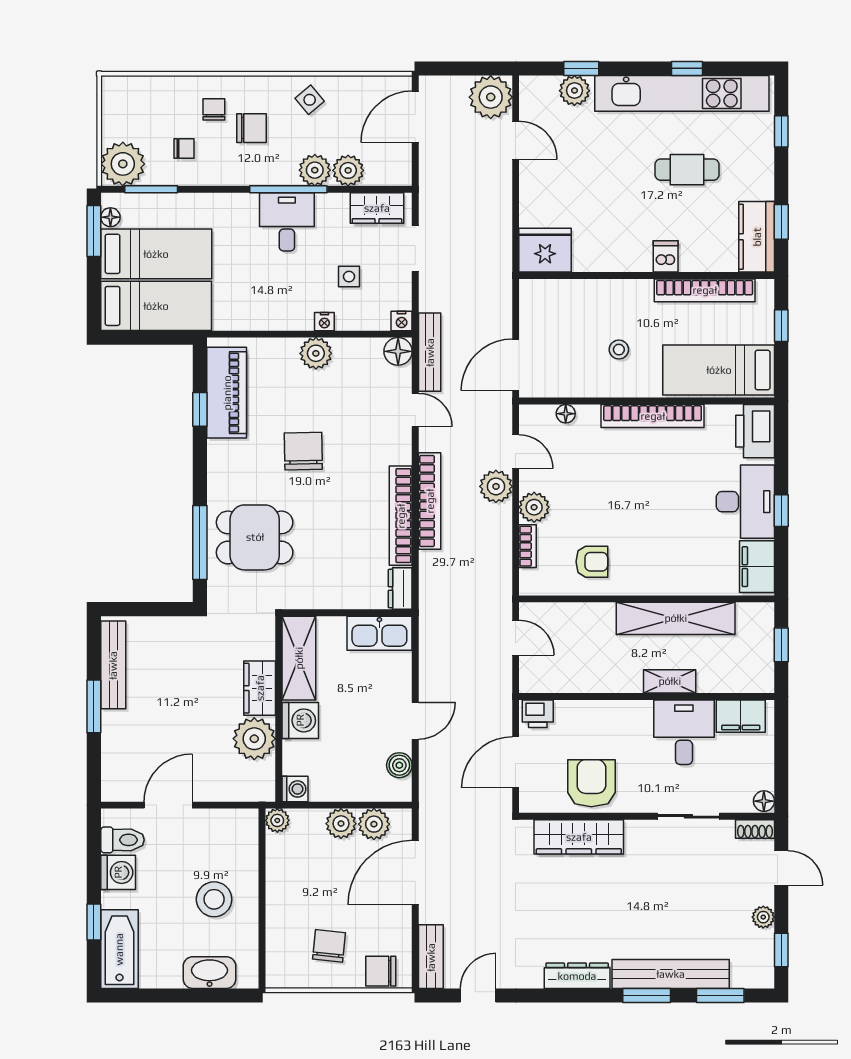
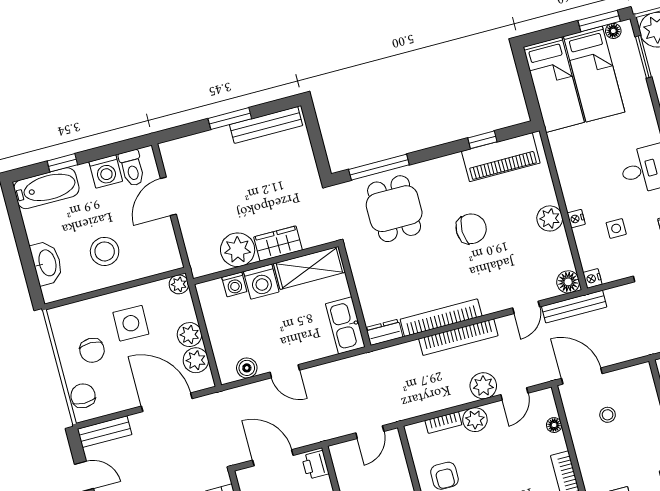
stool: (619, 350) -> (608, 415), moved
washing machine: (295, 789) -> (234, 284), moved
door: (168, 805) -> (168, 196), swing flipped
side table: (309, 890) -> (131, 323), added
chair: (329, 946) -> (92, 350), turned 84

